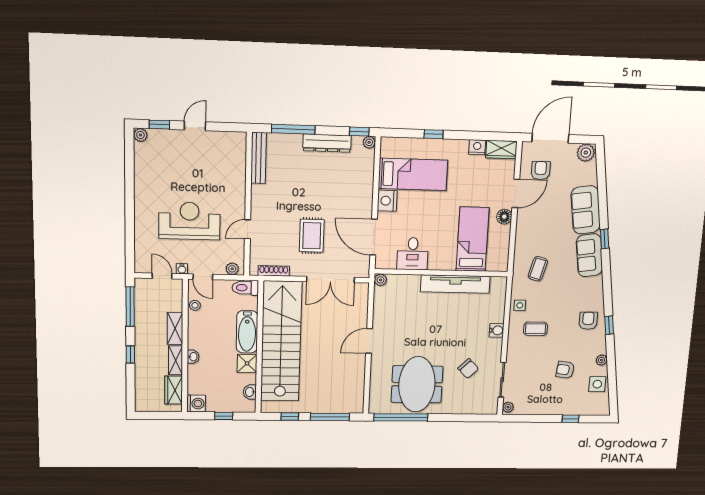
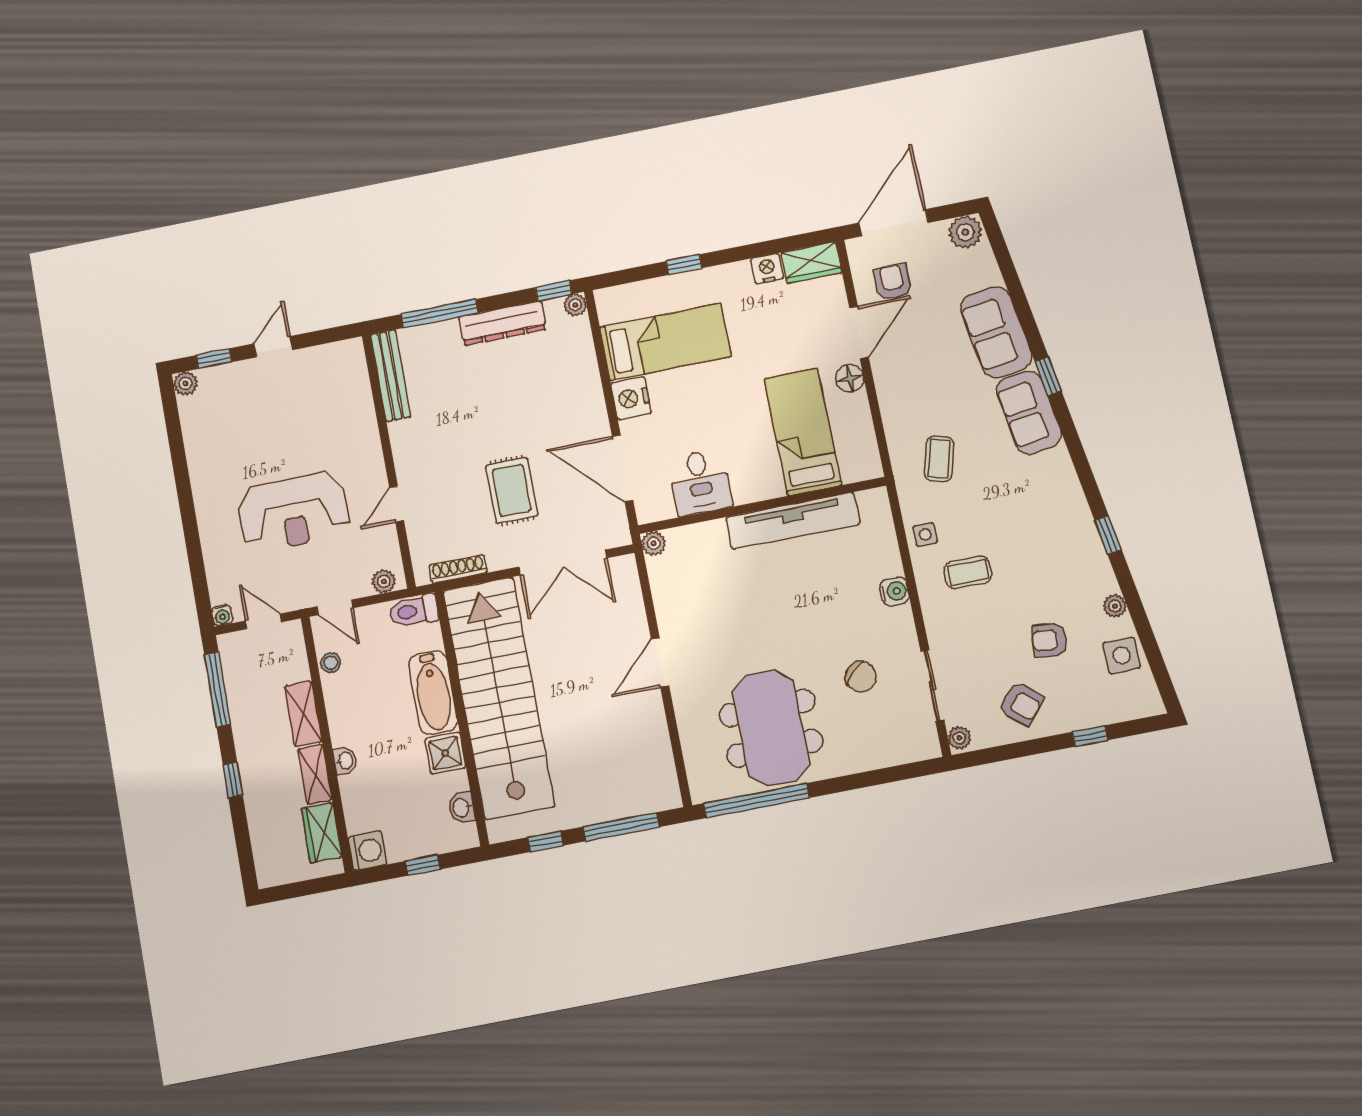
reception desk: (189, 221) -> (293, 512), turned 180
water cooler: (182, 269) -> (222, 615), moved
armchair: (588, 321) -> (1021, 704), moved, turned 130

